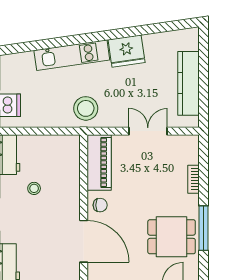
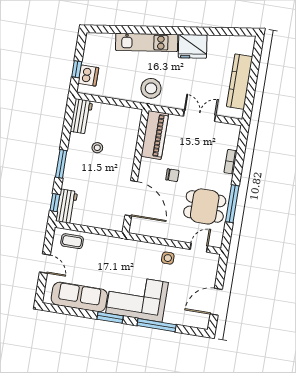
chair: (100, 205) -> (172, 175), moved

